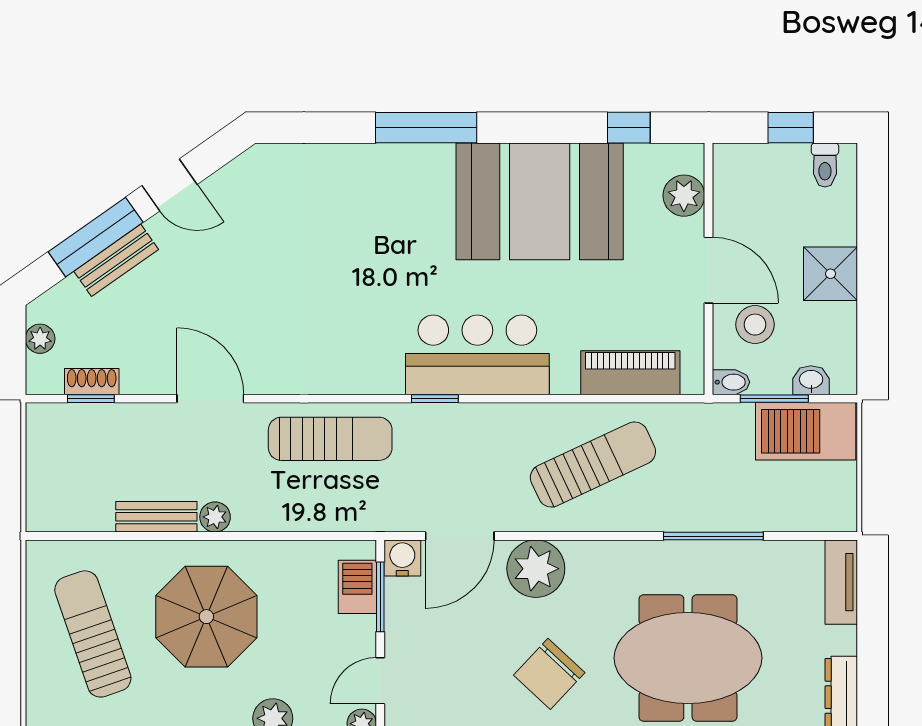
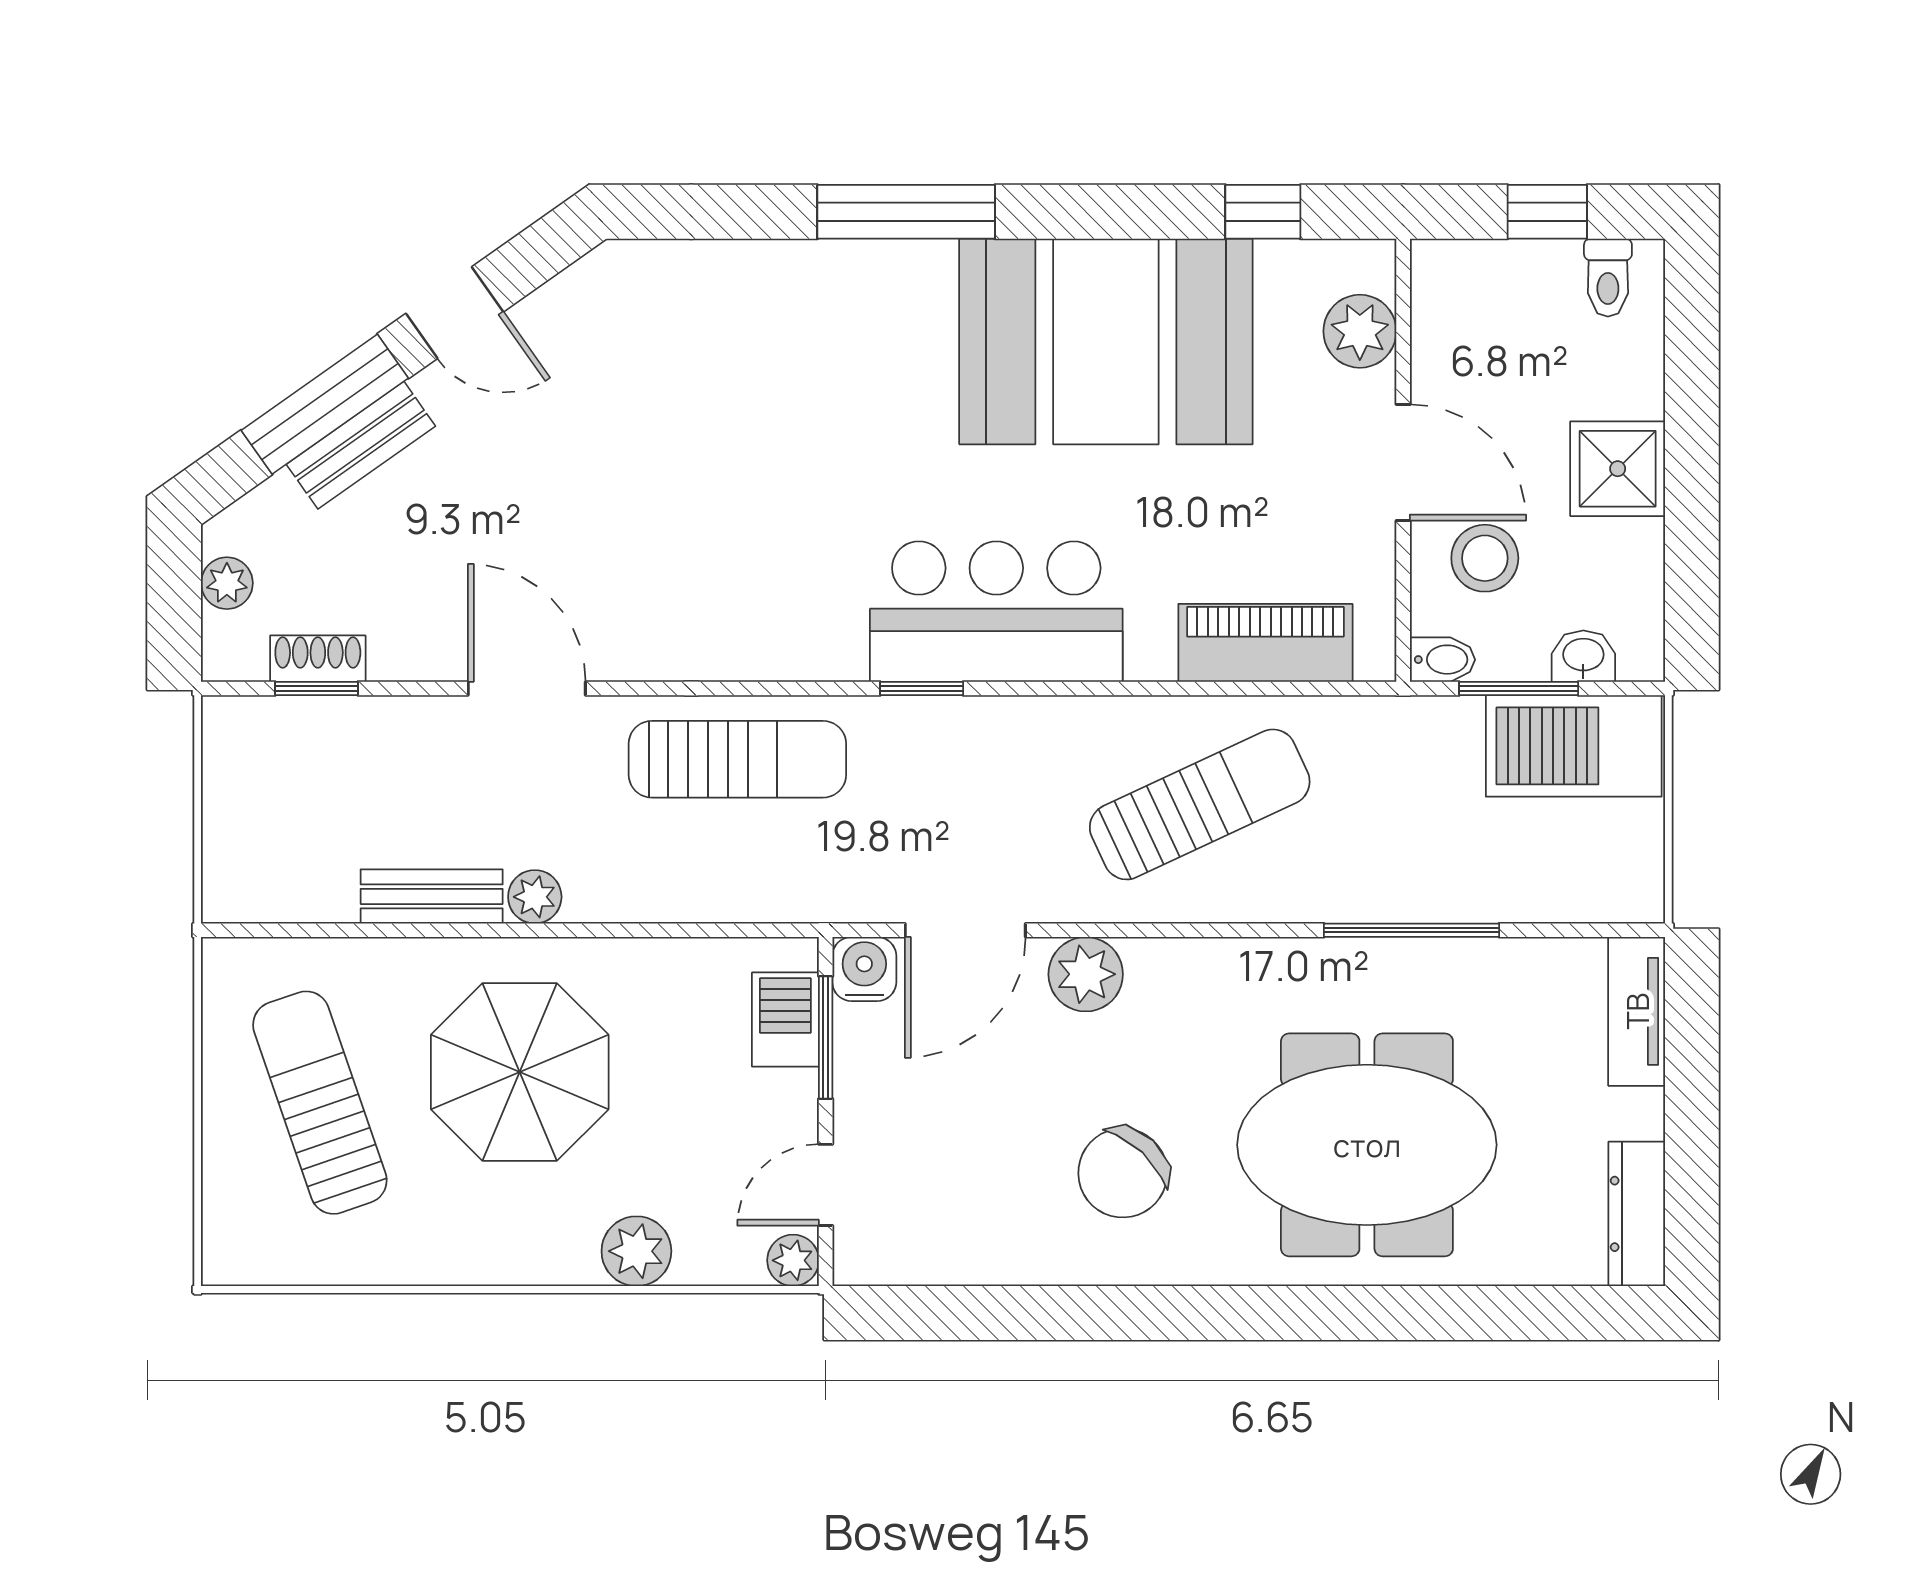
plant: (536, 569) -> (1086, 974), width x0.73, depth x0.73

